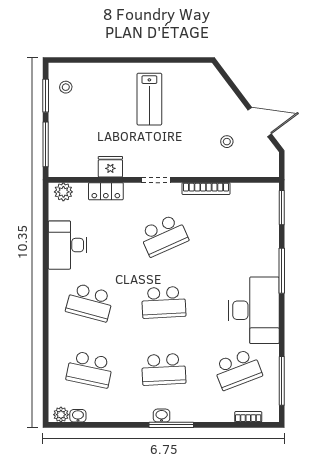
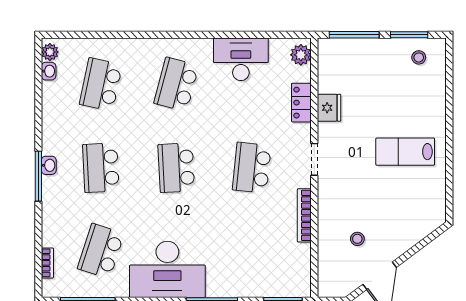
school desk: (164, 235) -> (252, 168), turned 30
school desk: (238, 369) -> (101, 251), turned 39

